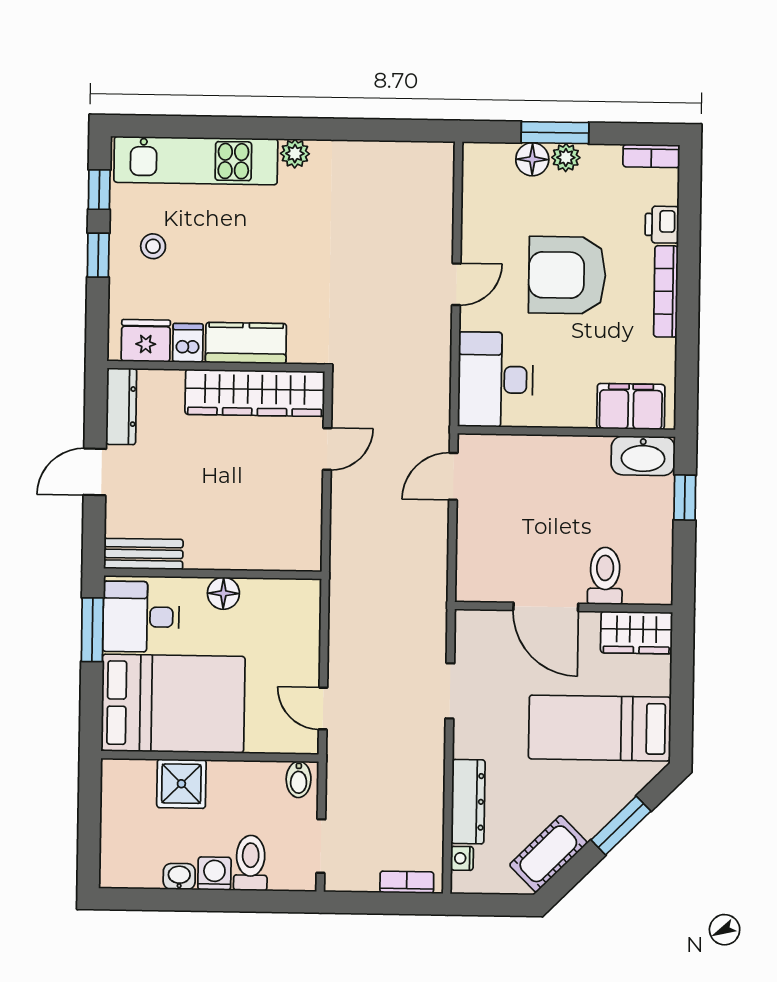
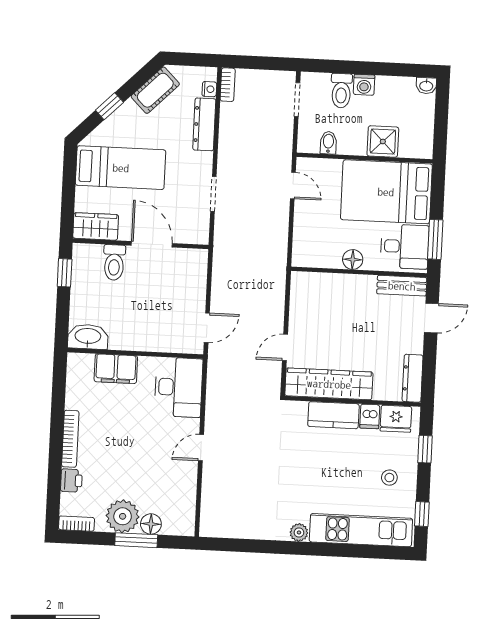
plant: (566, 157) -> (123, 516), width x1.87, depth x1.87
window: (98, 255) -> (425, 449), moved
armchair: (567, 275) -> (132, 451), removed
filing cabinet: (631, 406) -> (116, 369), moved
door: (95, 472) -> (431, 318), moved
window: (685, 497) -> (65, 273), moved
bidet: (299, 779) -> (328, 143), moved
window: (621, 825) -> (109, 106), width x0.67
washbasin: (179, 876) -> (426, 86), moved
bookcase: (407, 882) -> (228, 85), moved, turned -90

